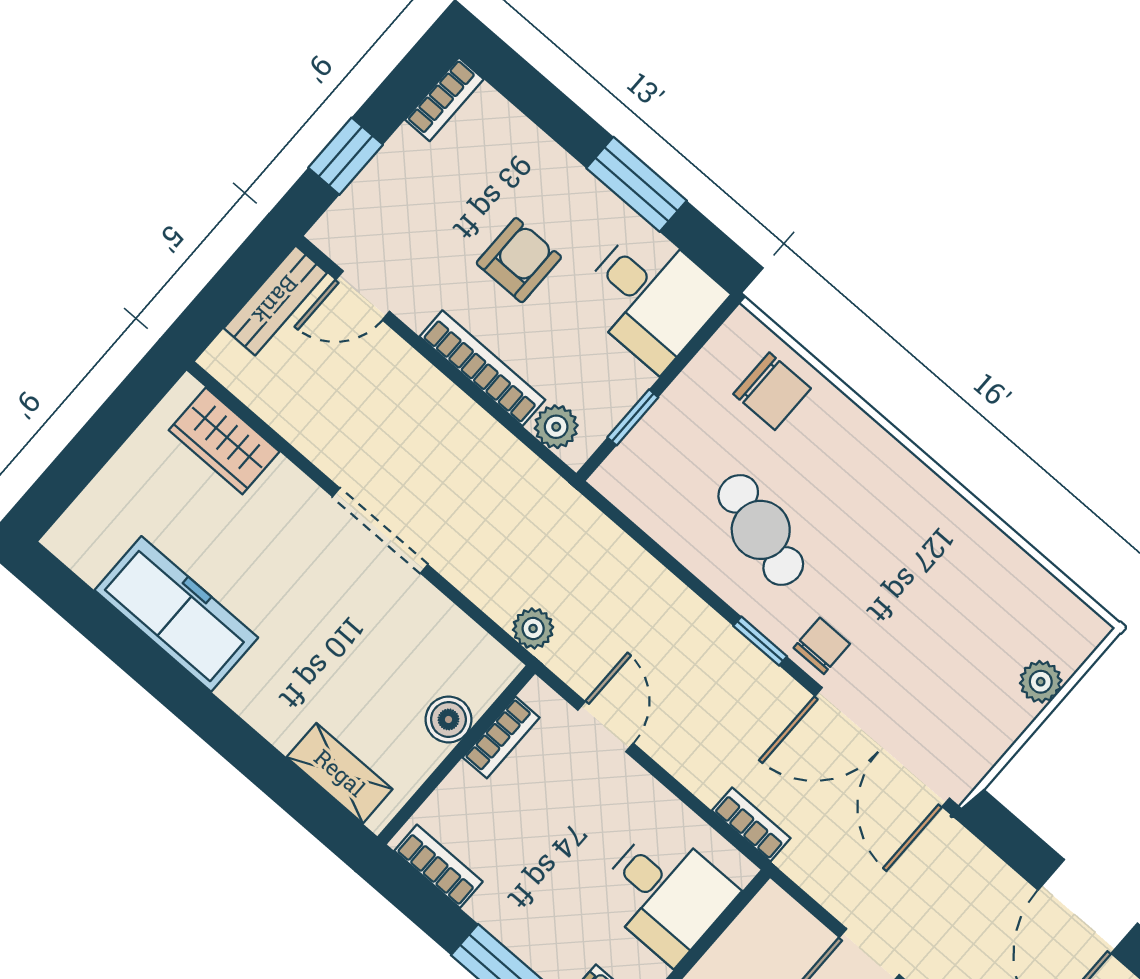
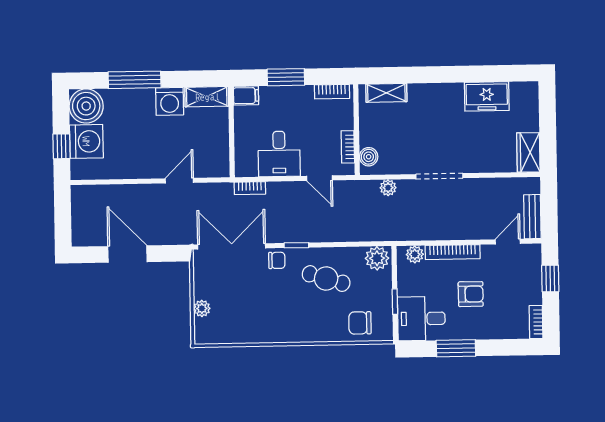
armchair: (519, 260) -> (471, 294), turned -90
window: (633, 417) -> (395, 302), moved
wardrobe: (224, 441) -> (528, 152), moved, turned -90
plant: (633, 483) -> (377, 258), added
freezer: (176, 614) -> (487, 96), width x0.71
plant: (533, 628) -> (388, 188), moved
chair: (822, 646) -> (277, 260), turned -90
boiler: (448, 719) -> (369, 157), moved
desk: (666, 893) -> (279, 154), moved, turned -90

